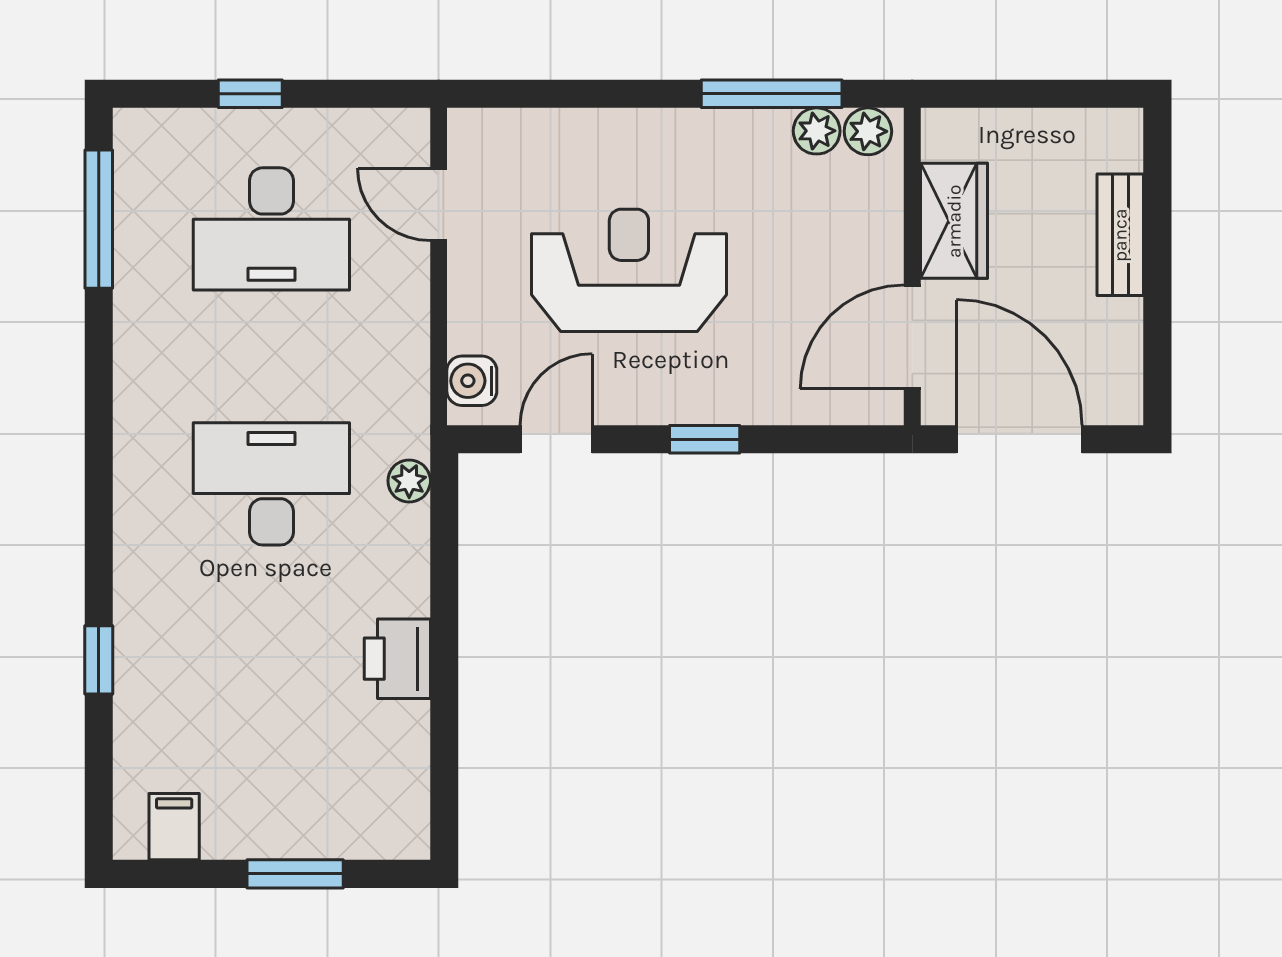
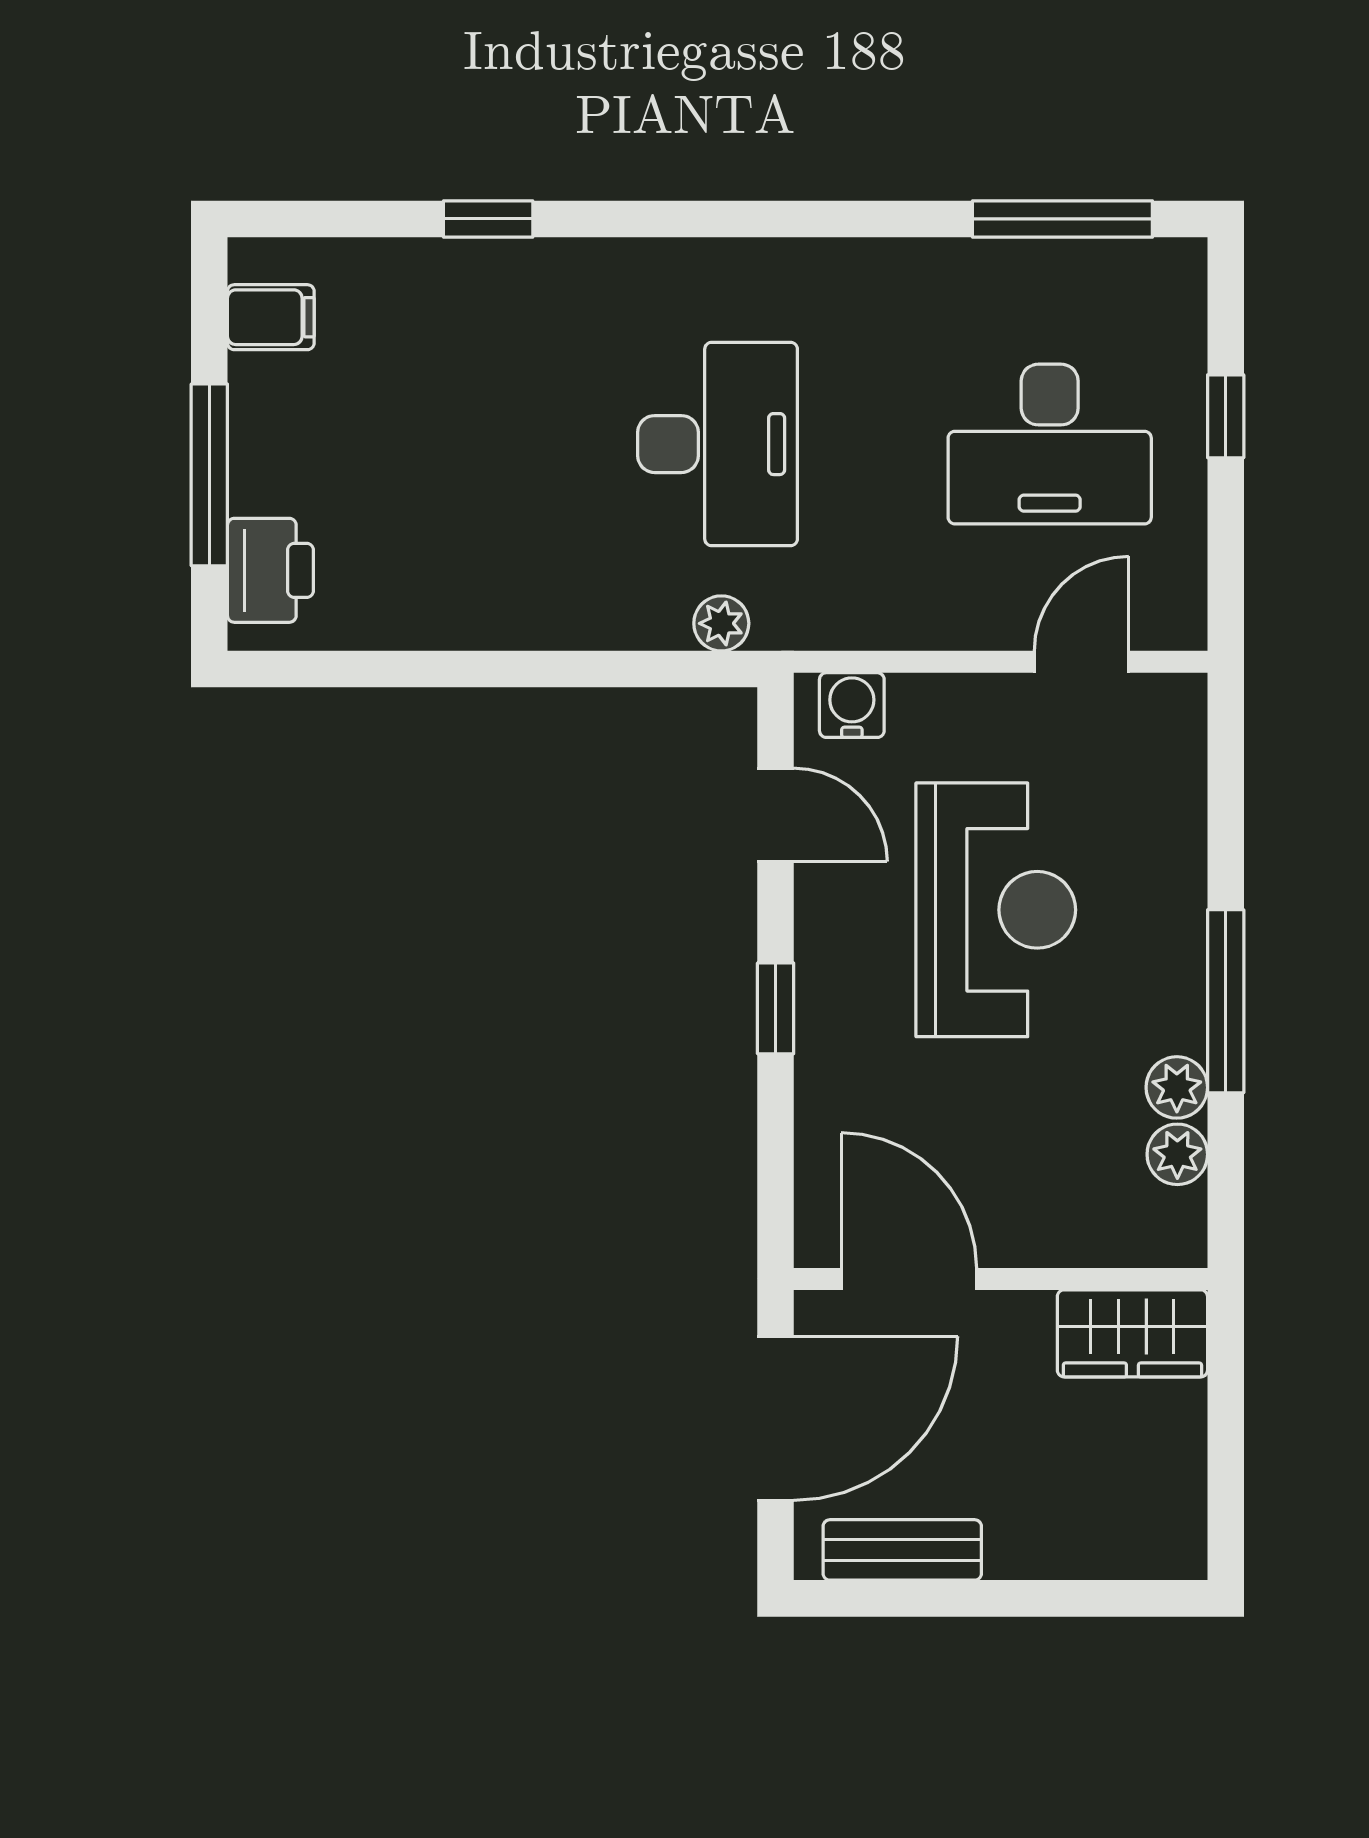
window: (772, 94) -> (1226, 1001), moved
plant: (868, 131) -> (1177, 1087), moved
wardrobe: (954, 221) -> (1132, 1333), moved
desk: (271, 229) -> (1050, 444), turned -90
bench: (1120, 235) -> (902, 1550), moved
printer: (397, 659) -> (270, 570), moved, turned 90
window: (295, 874) -> (209, 475), width x1.44

